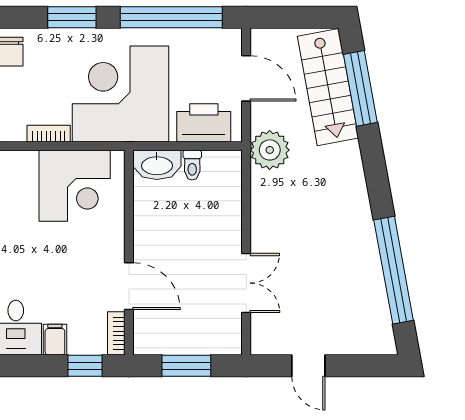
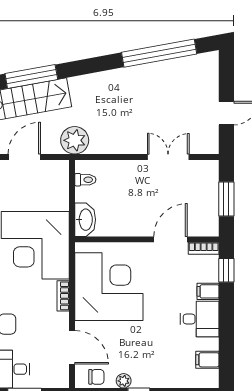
printer: (204, 123) -> (56, 187), removed
toilet: (192, 165) -> (85, 180), moved
corner desk: (75, 186) -> (109, 287), width x1.36, depth x1.36

